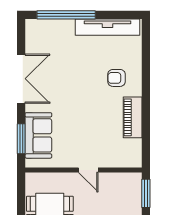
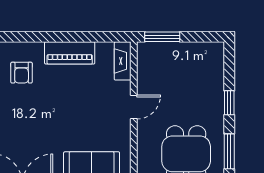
fireplace: (126, 161) -> (123, 61), added

